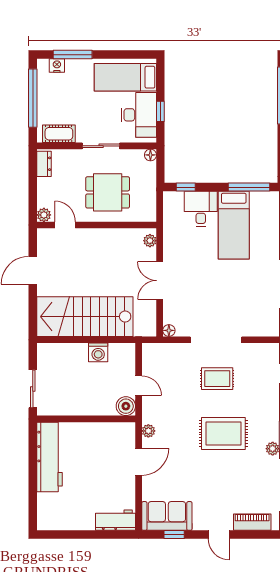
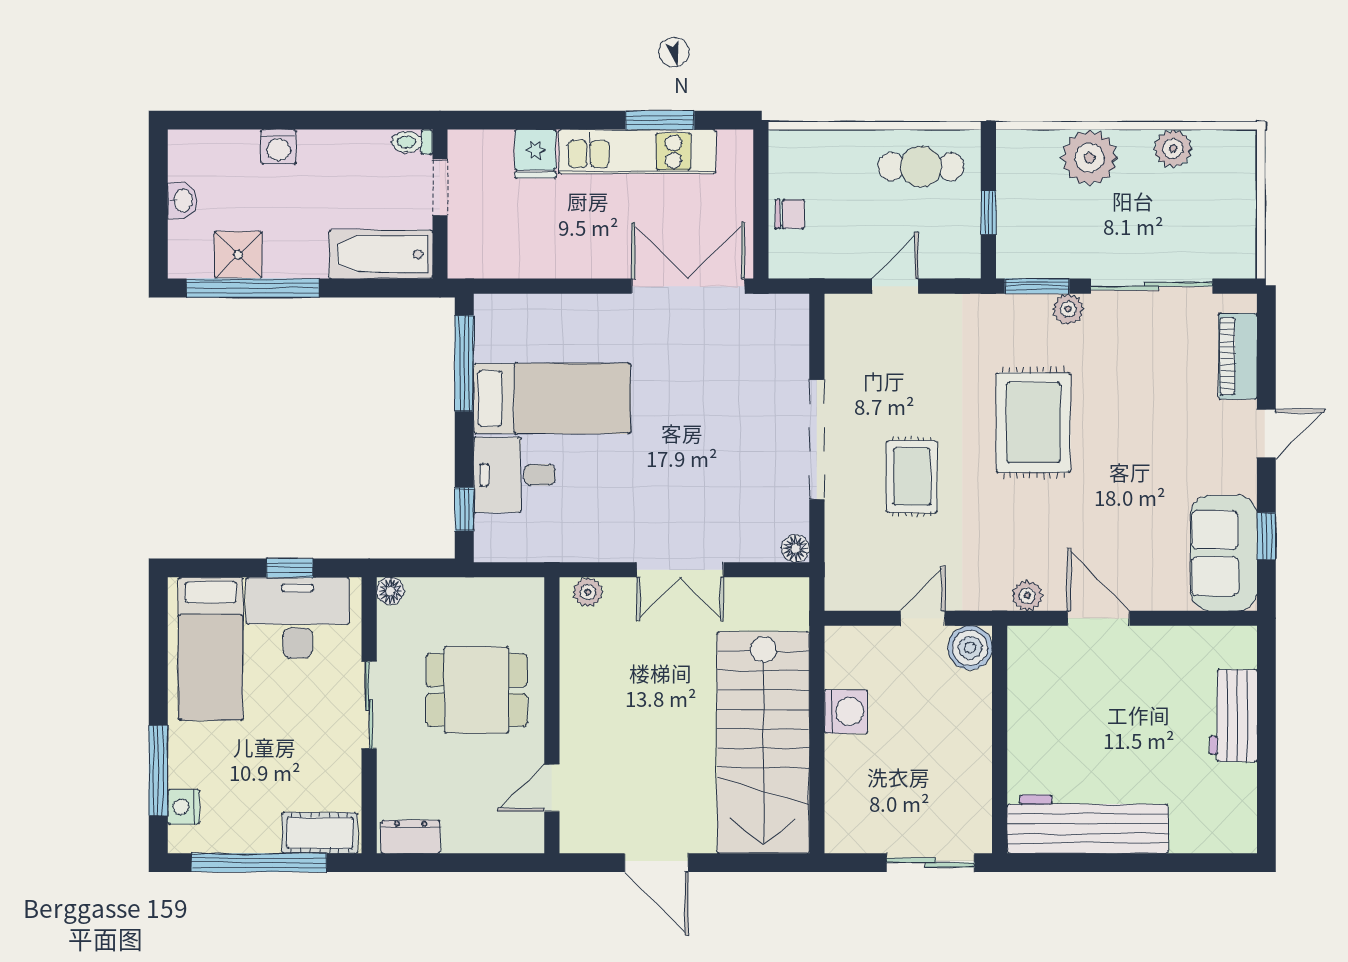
cot: (59, 134) -> (320, 833), moved, turned 90
dining table: (108, 192) -> (477, 690), turned 90
plant: (44, 215) -> (529, 837), removed
rug: (217, 379) -> (912, 477), moved
workbench: (115, 520) -> (1233, 716), moved

